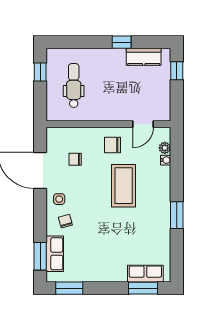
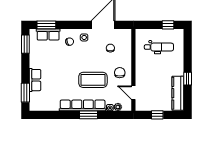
kitchen counter: (144, 57) -> (178, 93), width x1.50
window: (177, 71) -> (157, 115), moved
row of seats: (162, 201) -> (83, 105), added
window: (177, 215) -> (88, 115), moved
row of seats: (145, 274) -> (35, 80), moved

